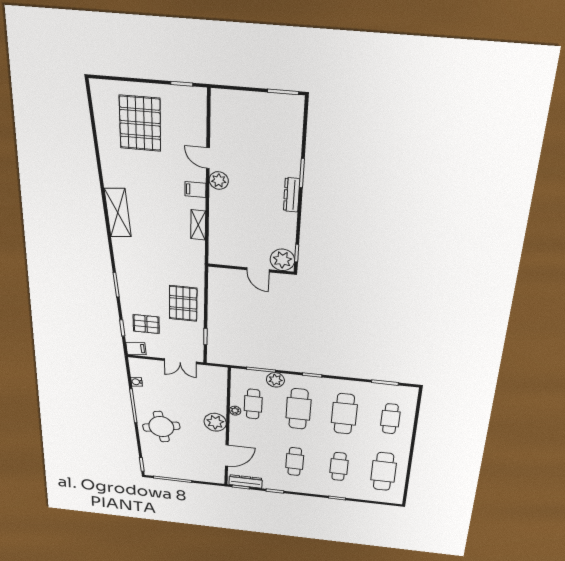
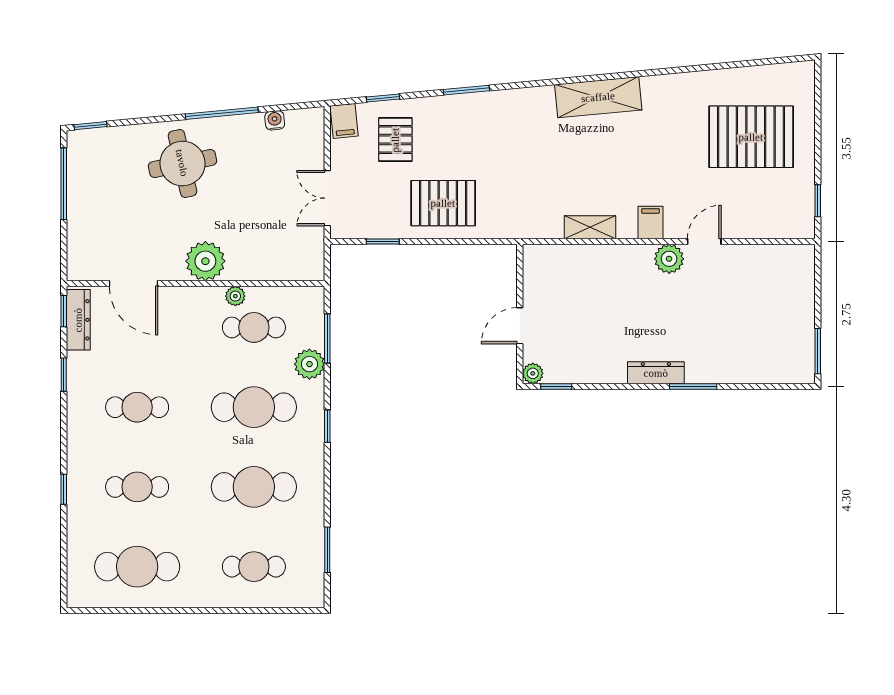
plant: (282, 260) -> (533, 373), width x0.53, depth x0.53

